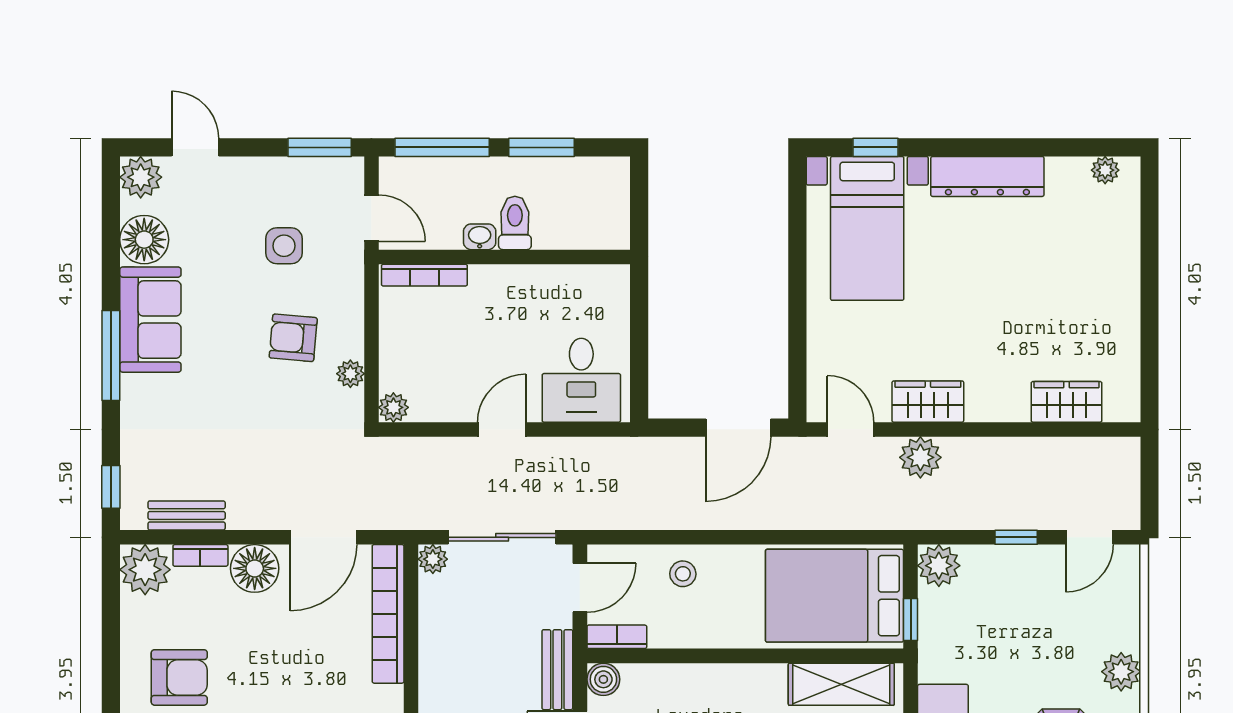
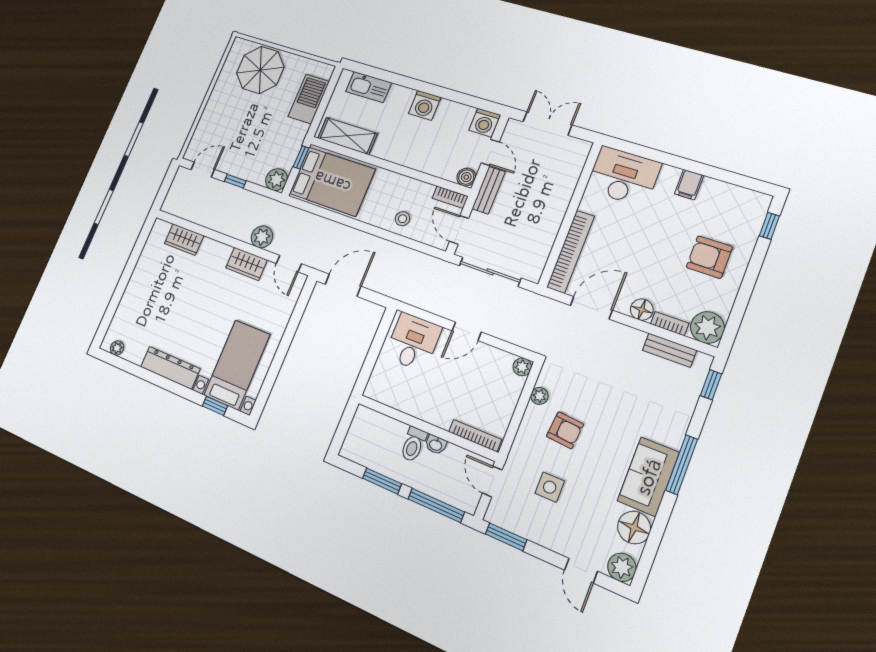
plant: (433, 559) -> (533, 273), removed
floor lamp: (255, 568) -> (642, 310), width x0.73, depth x0.73
door: (580, 588) -> (459, 230), hinge flipped
plant: (1121, 672) -> (217, 101), removed

